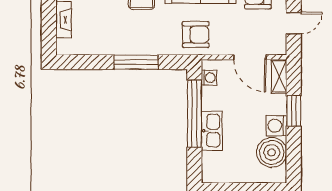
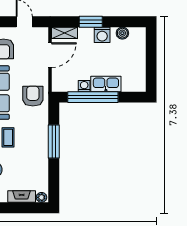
plant: (63, 46) -> (41, 197), added
washing machine: (209, 78) -> (84, 86), moved
boiler: (272, 152) -> (122, 33), width x0.54, depth x0.54

